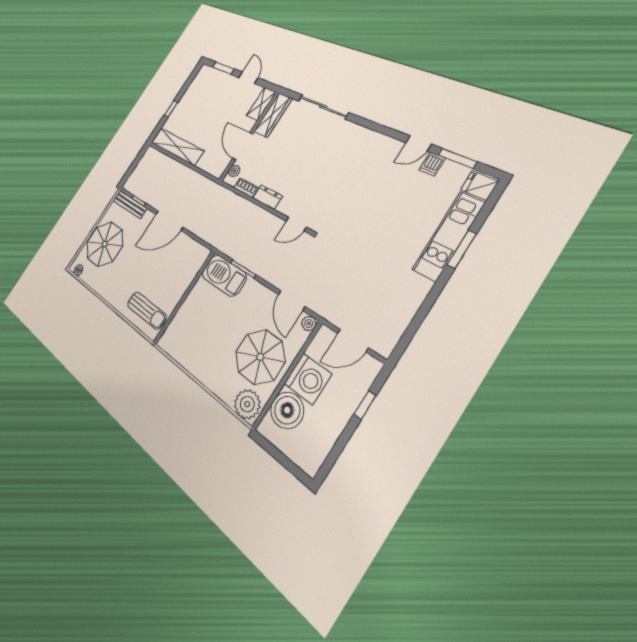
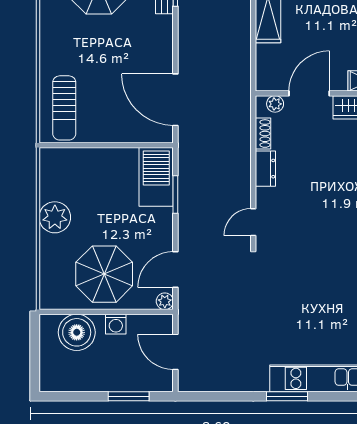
door: (169, 221) -> (175, 100), moved
door: (296, 224) -> (253, 222), hinge flipped
window: (462, 249) -> (287, 396), moved
washing machine: (308, 379) -> (116, 324), width x0.53, depth x0.53
plant: (247, 404) -> (55, 217), moved
window: (365, 405) -> (129, 396), width x1.50

